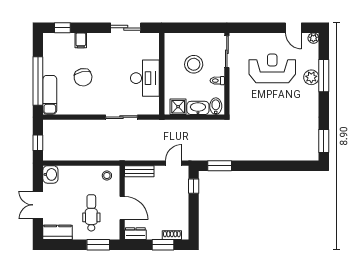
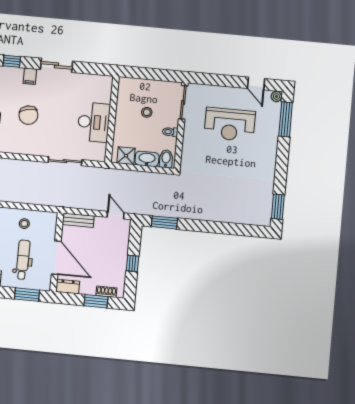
sliding door: (126, 28) -> (57, 65), moved
stool: (194, 64) -> (147, 112), width x0.53, depth x0.53
reception desk: (272, 68) -> (230, 124), turned 180
window: (324, 76) -> (286, 119), moved
plant: (311, 77) -> (270, 138), removed
door: (174, 163) -> (116, 215), hinge flipped
stool: (107, 176) -> (24, 224), moved
window: (194, 186) -> (132, 263), moved
door: (122, 208) -> (56, 258), width x1.36

